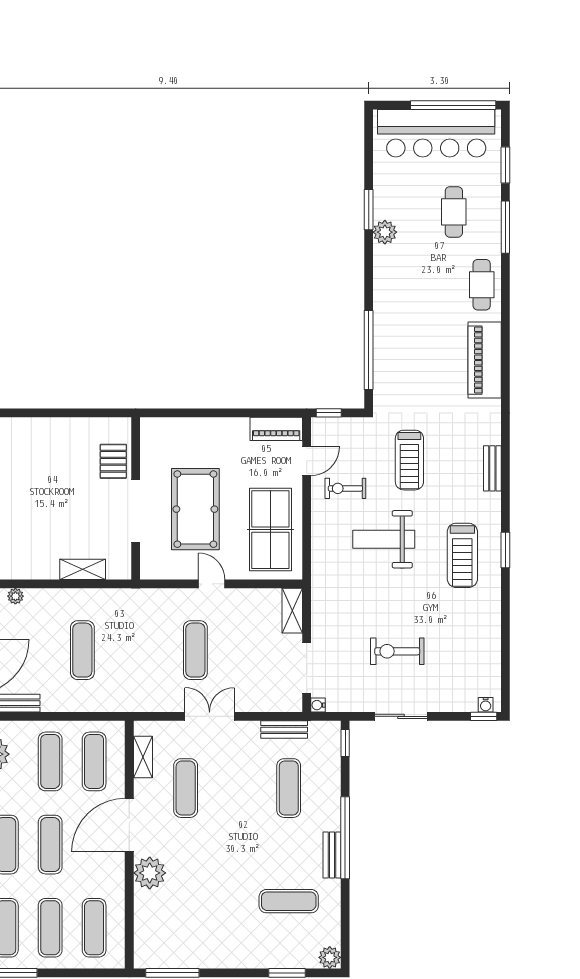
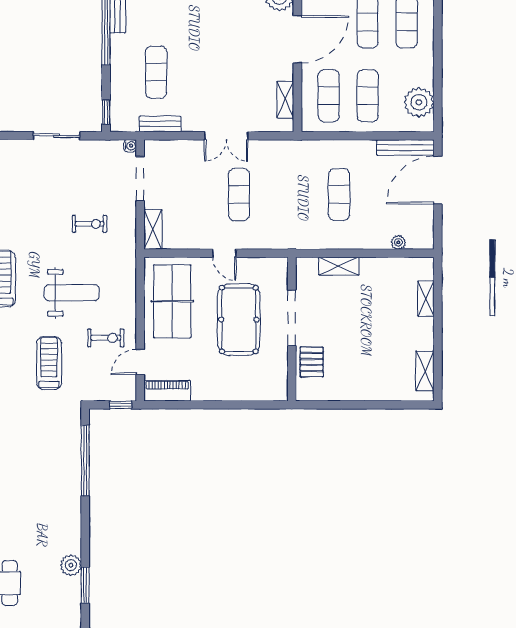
exercise bike: (397, 651) -> (89, 224), moved, width x0.73, depth x0.72
exercise mat: (186, 788) -> (247, 72), removed

